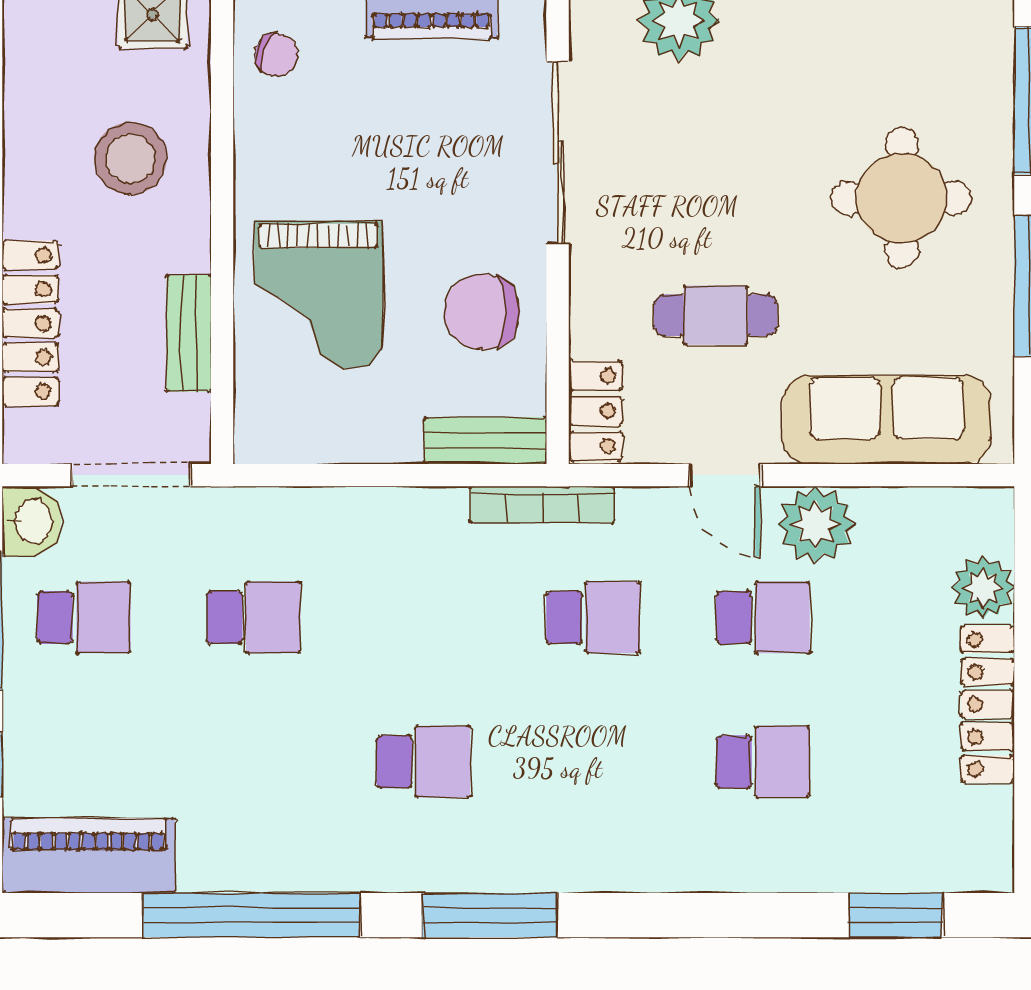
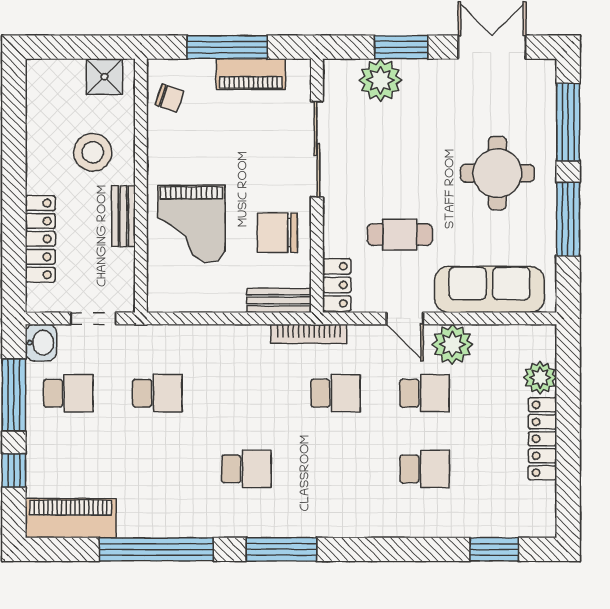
bench: (189, 333) -> (123, 216), moved
doorway: (131, 475) -> (93, 318), width x0.73

